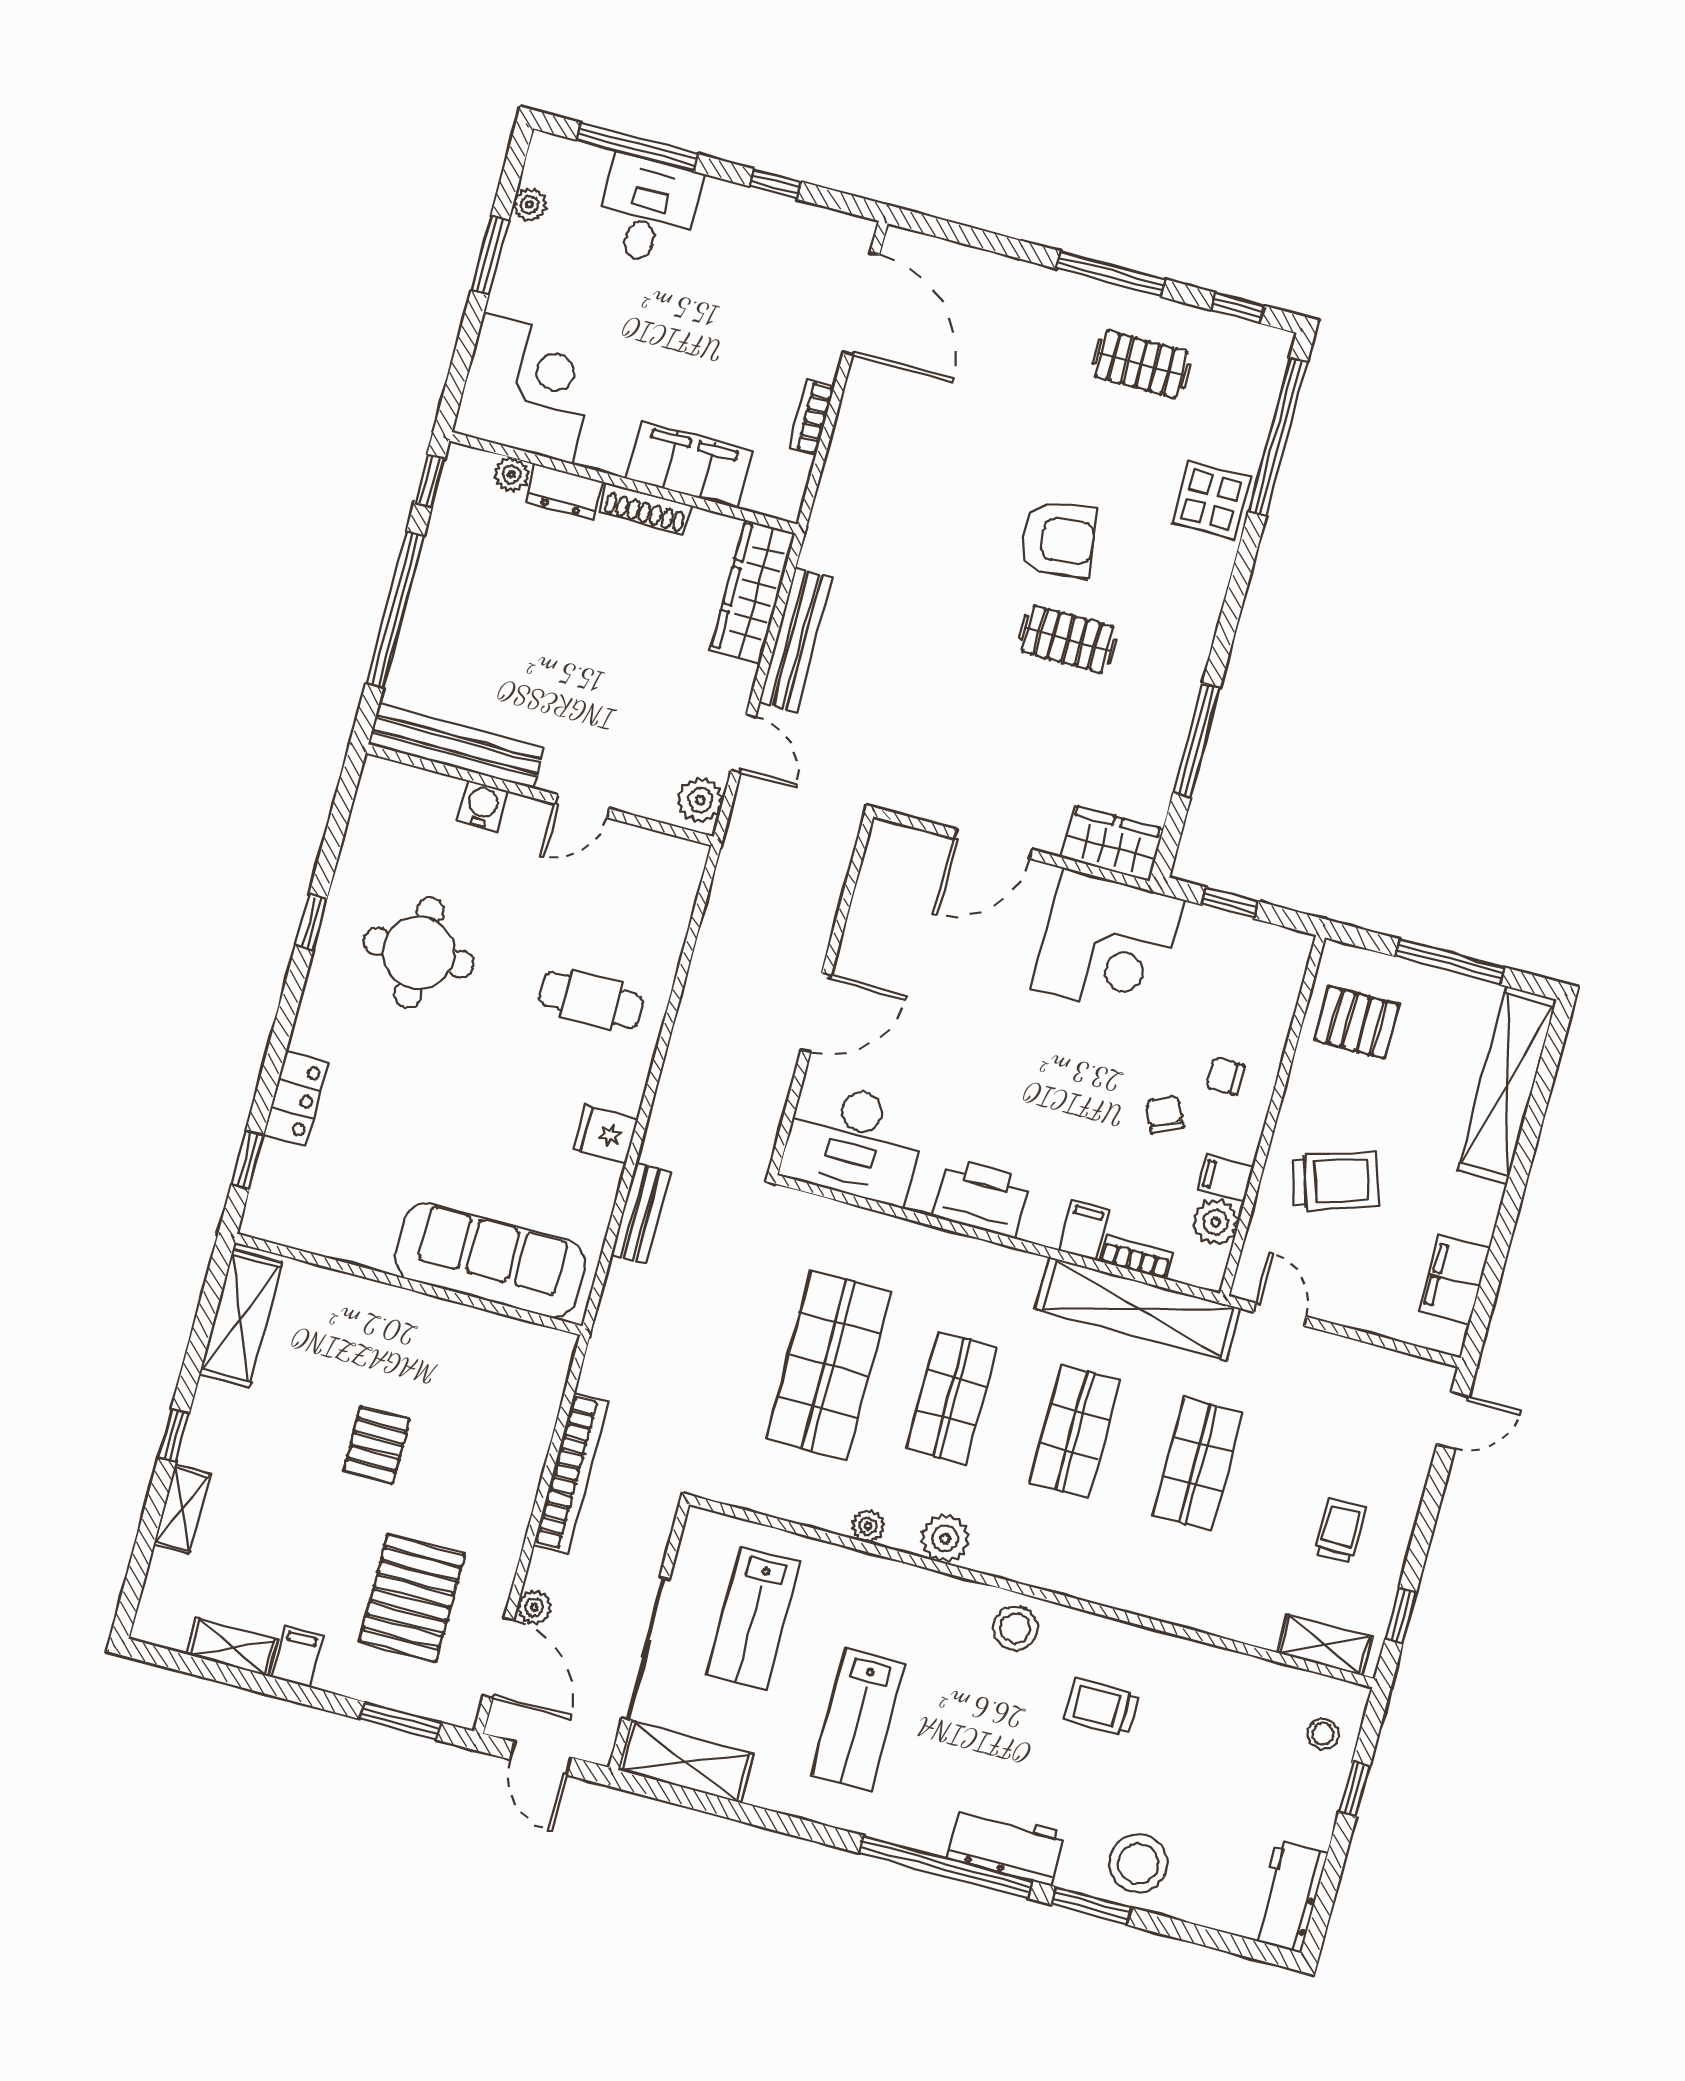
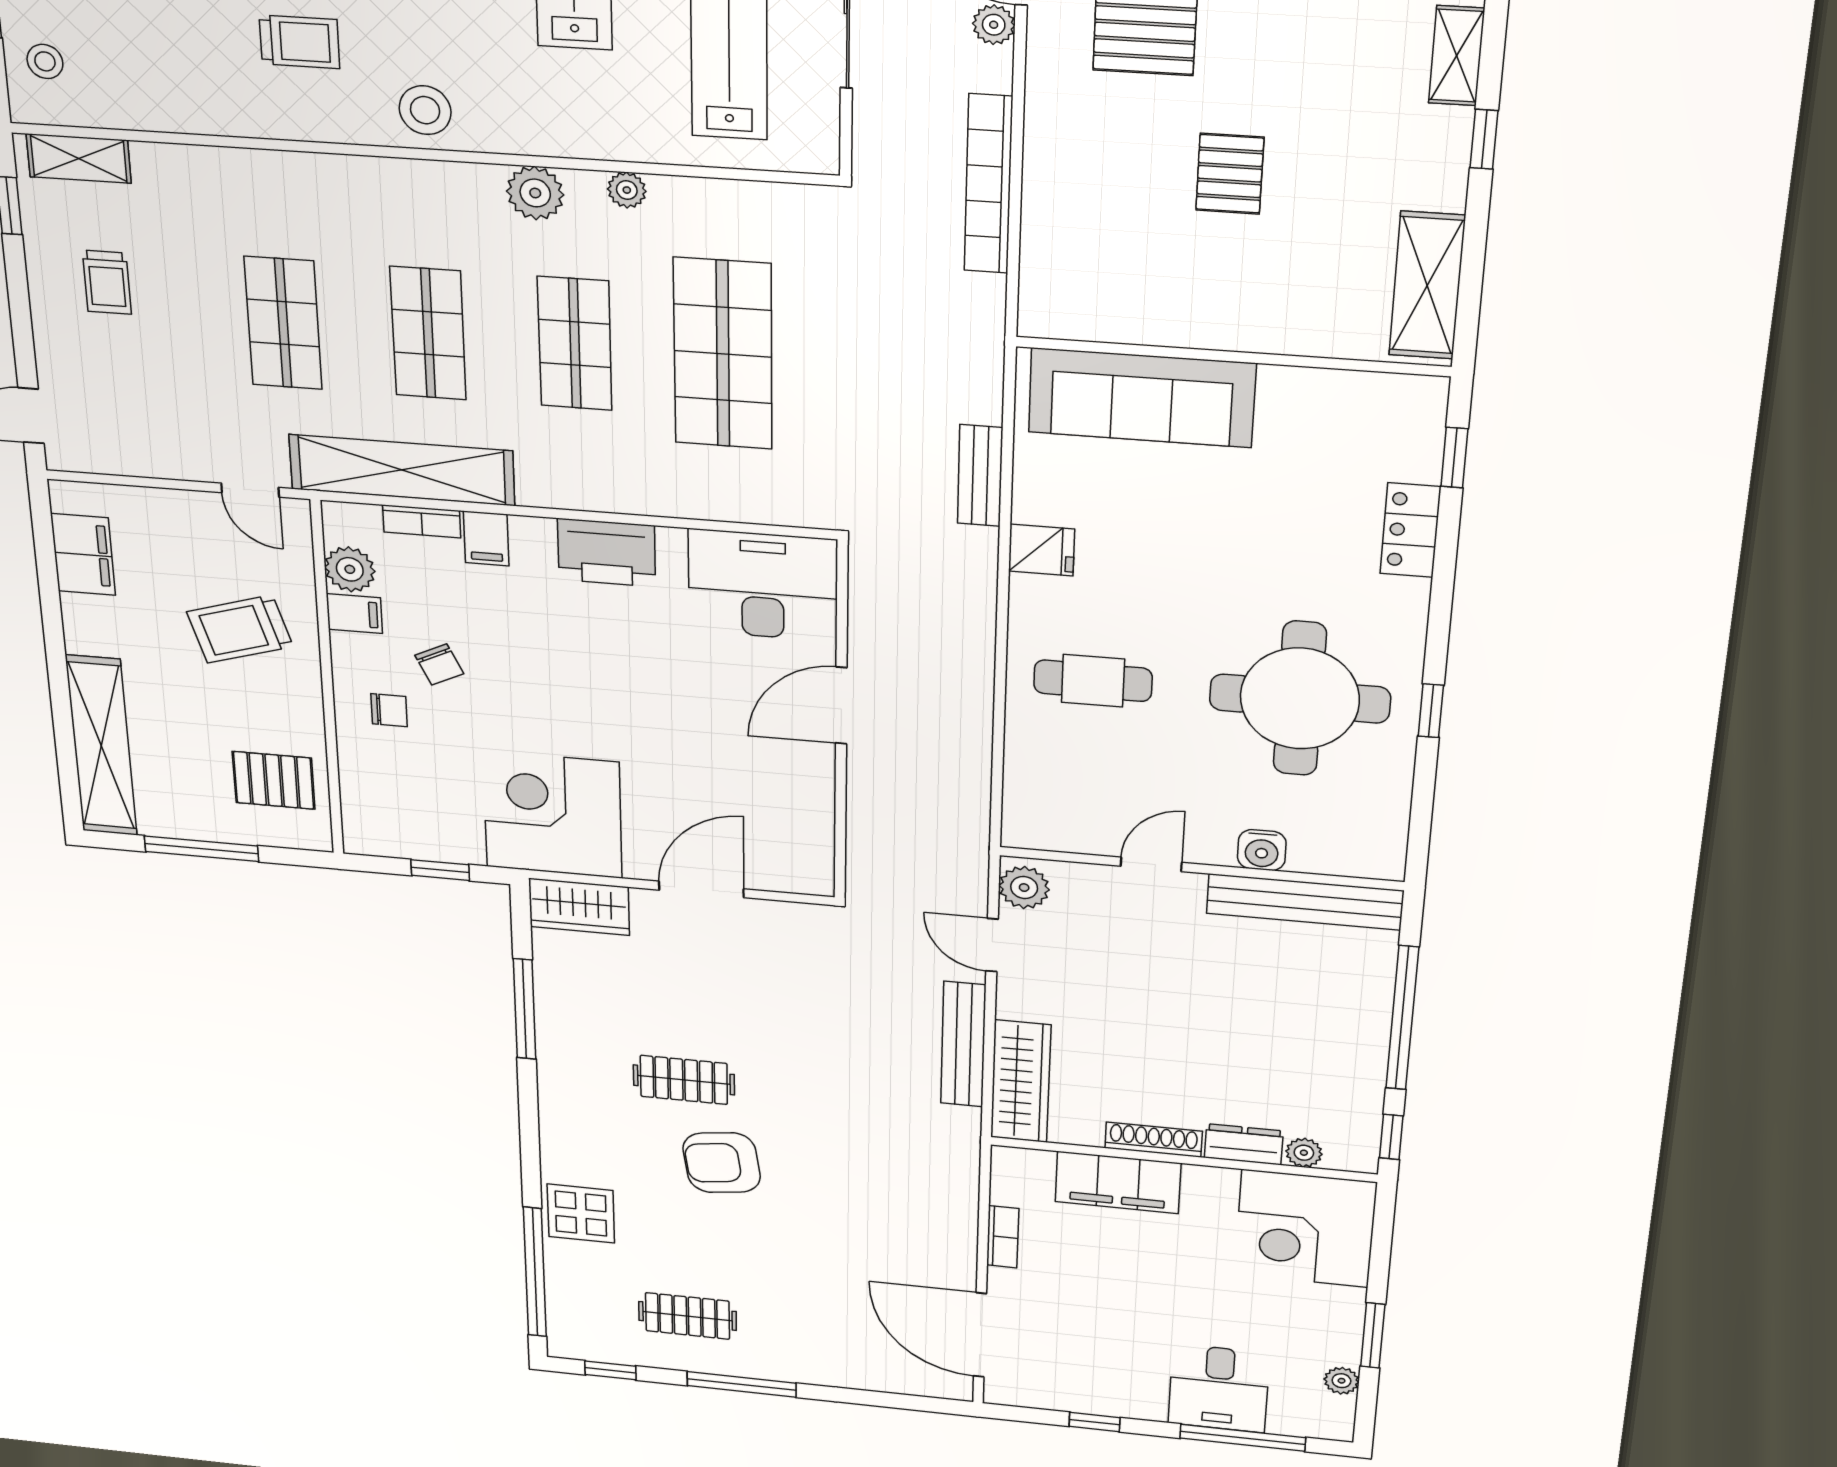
round table: (419, 953) -> (1300, 699), width x1.36, depth x1.36

